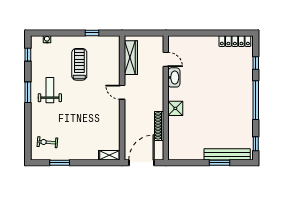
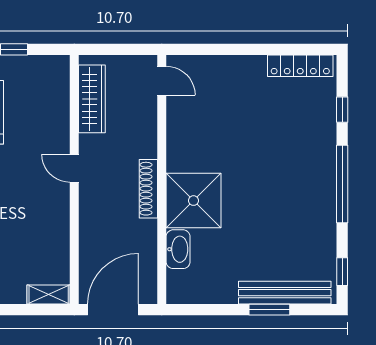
door: (166, 59) -> (162, 81), moved
washbasin: (174, 77) -> (178, 249), moved
shower: (175, 108) -> (193, 201), width x1.86, depth x1.86
shoe rack: (159, 126) -> (148, 189), moved

